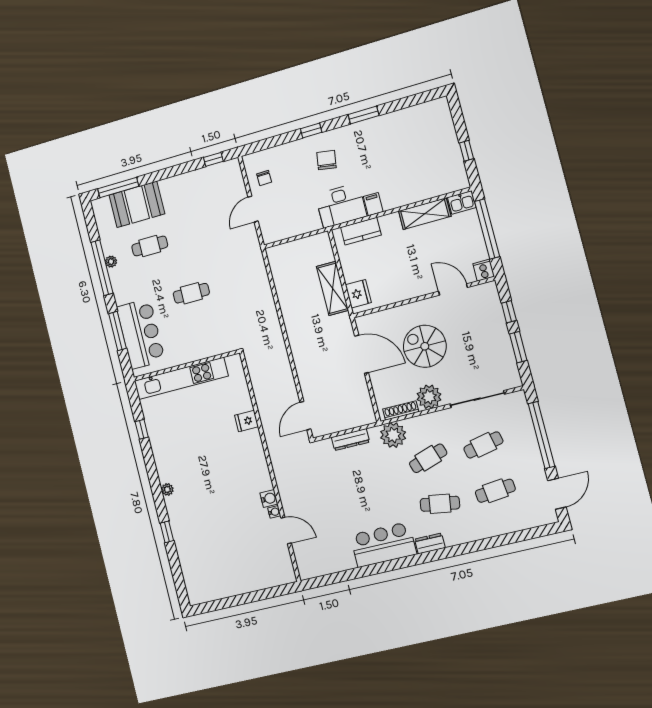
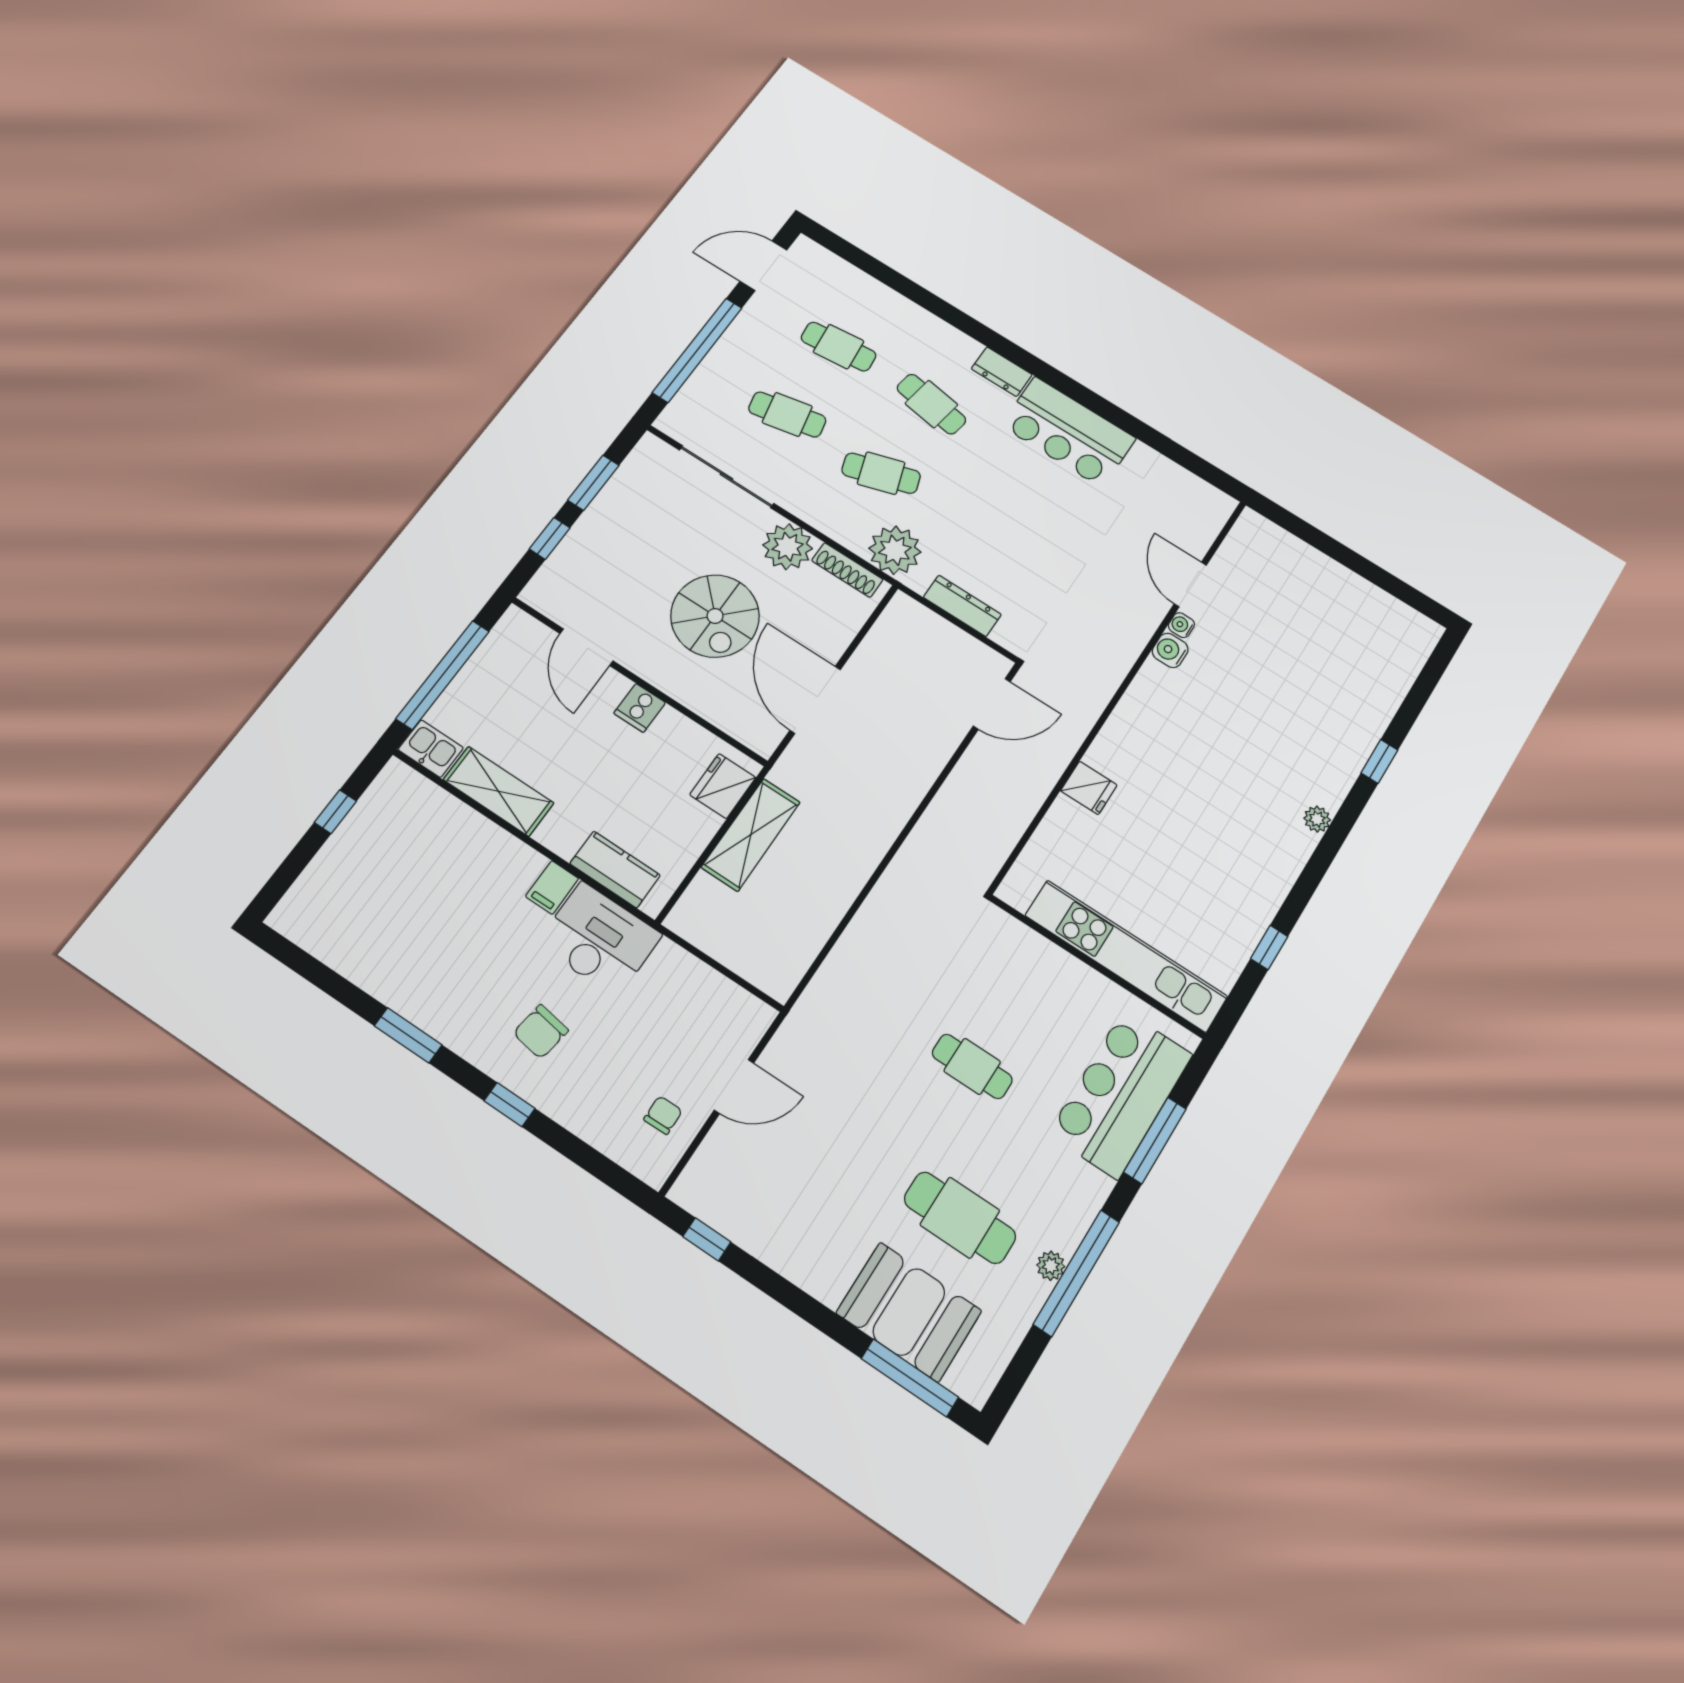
cafe table: (150, 246) -> (960, 1218), width x1.37, depth x1.35
cooker: (484, 270) -> (640, 708), moved

